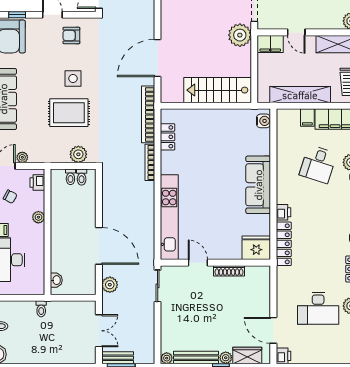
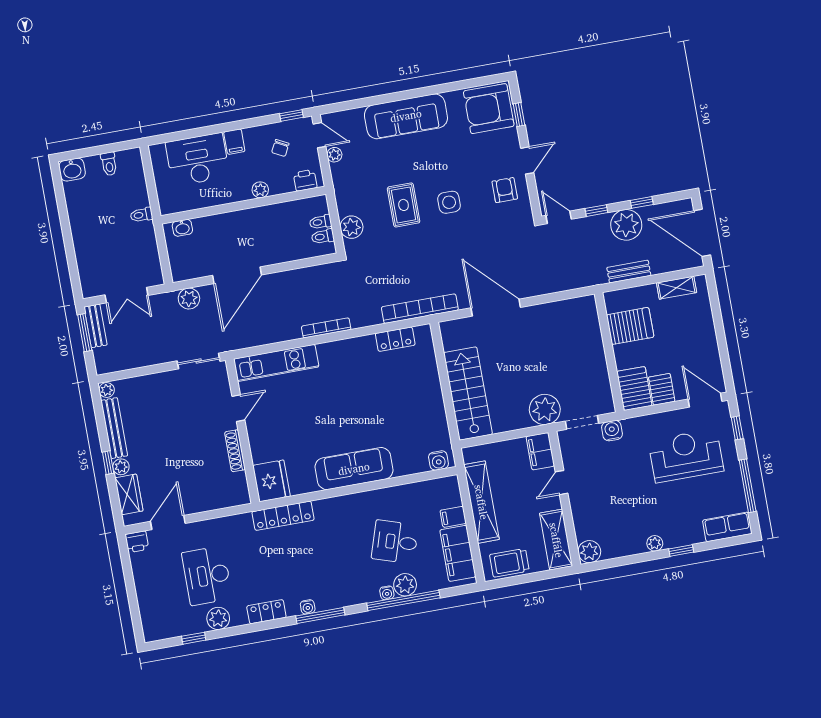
rug: (69, 113) -> (404, 205), width x0.73, depth x0.70
bookcase: (150, 162) -> (326, 328), moved
printer: (283, 212) -> (324, 508), removed
kitchen unit: (169, 217) -> (276, 363), width x0.73

